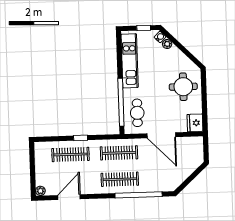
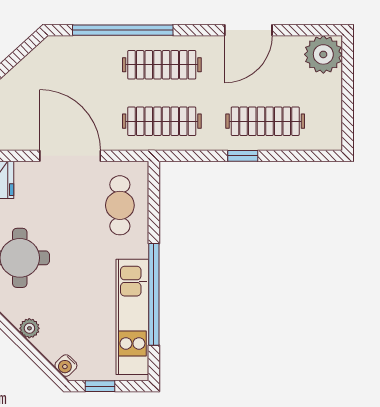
plant: (167, 44) -> (29, 328), moved
window: (121, 102) -> (154, 294), moved
plant: (40, 191) -> (323, 54), width x1.88, depth x1.88
door: (69, 197) -> (248, 30), moved

